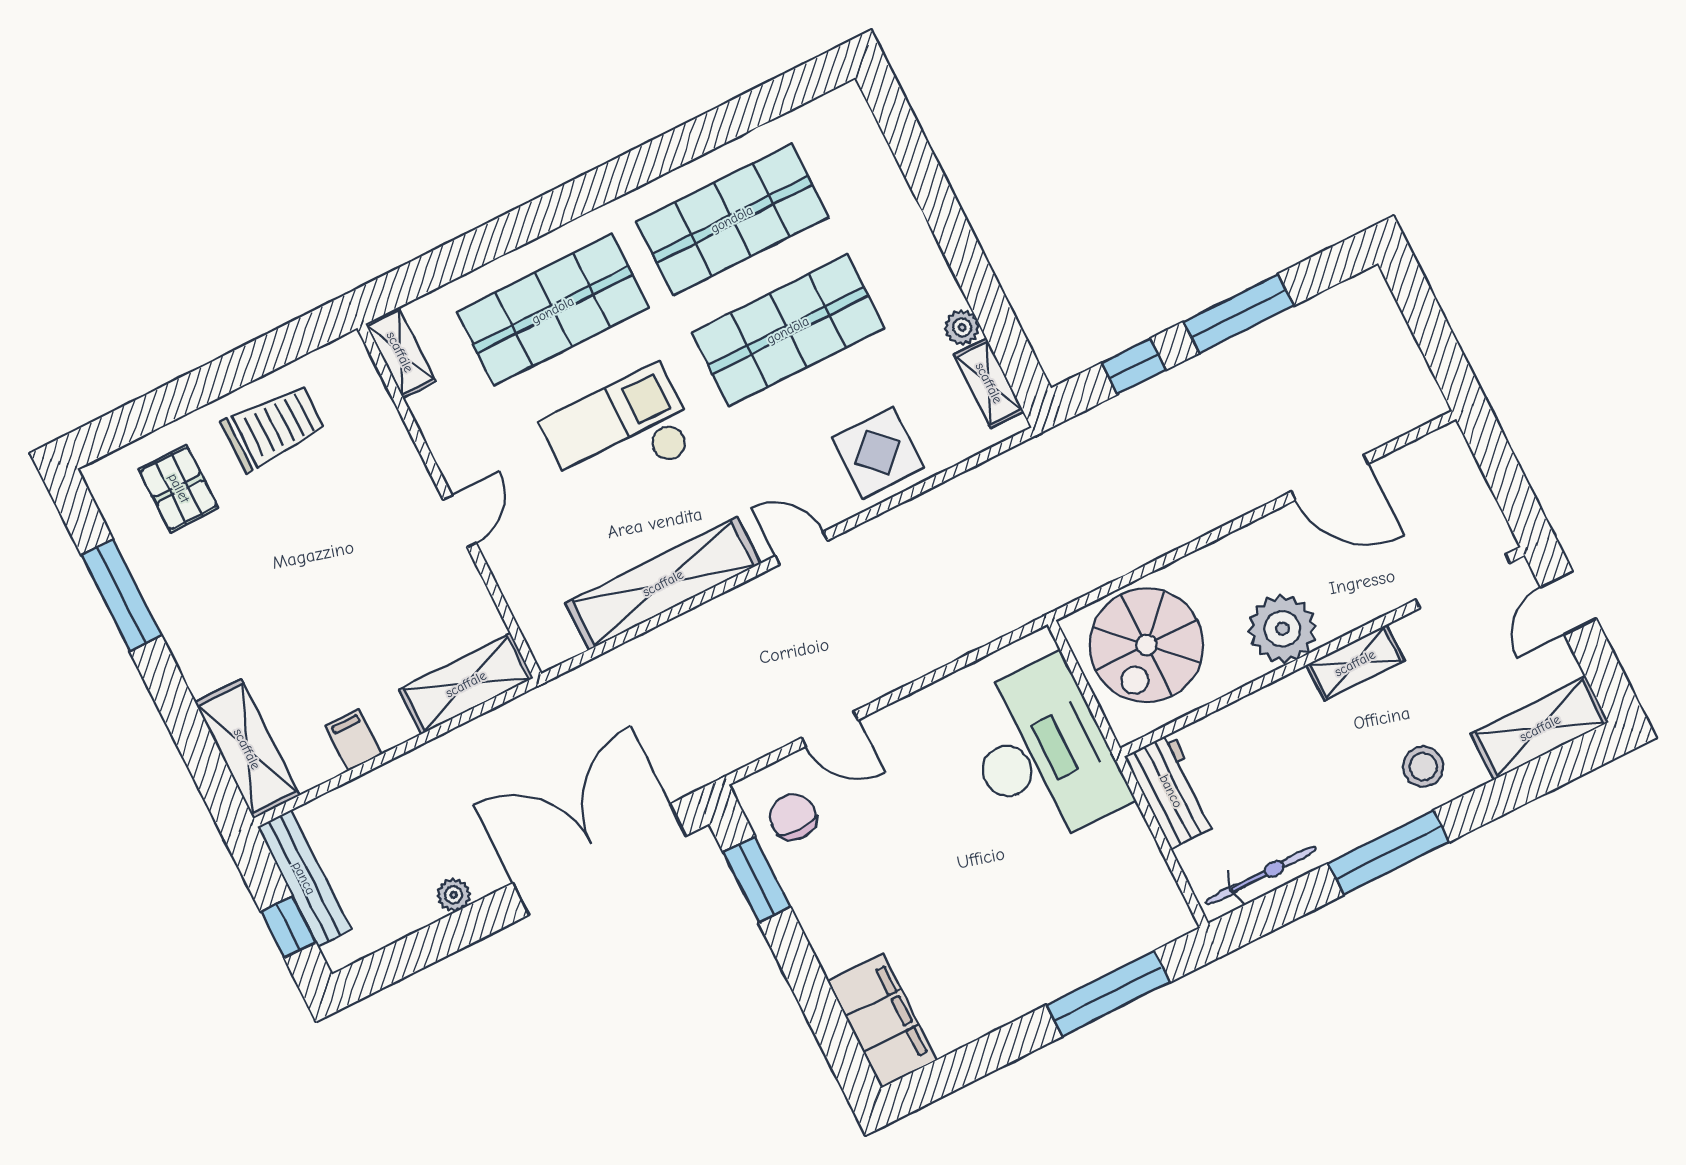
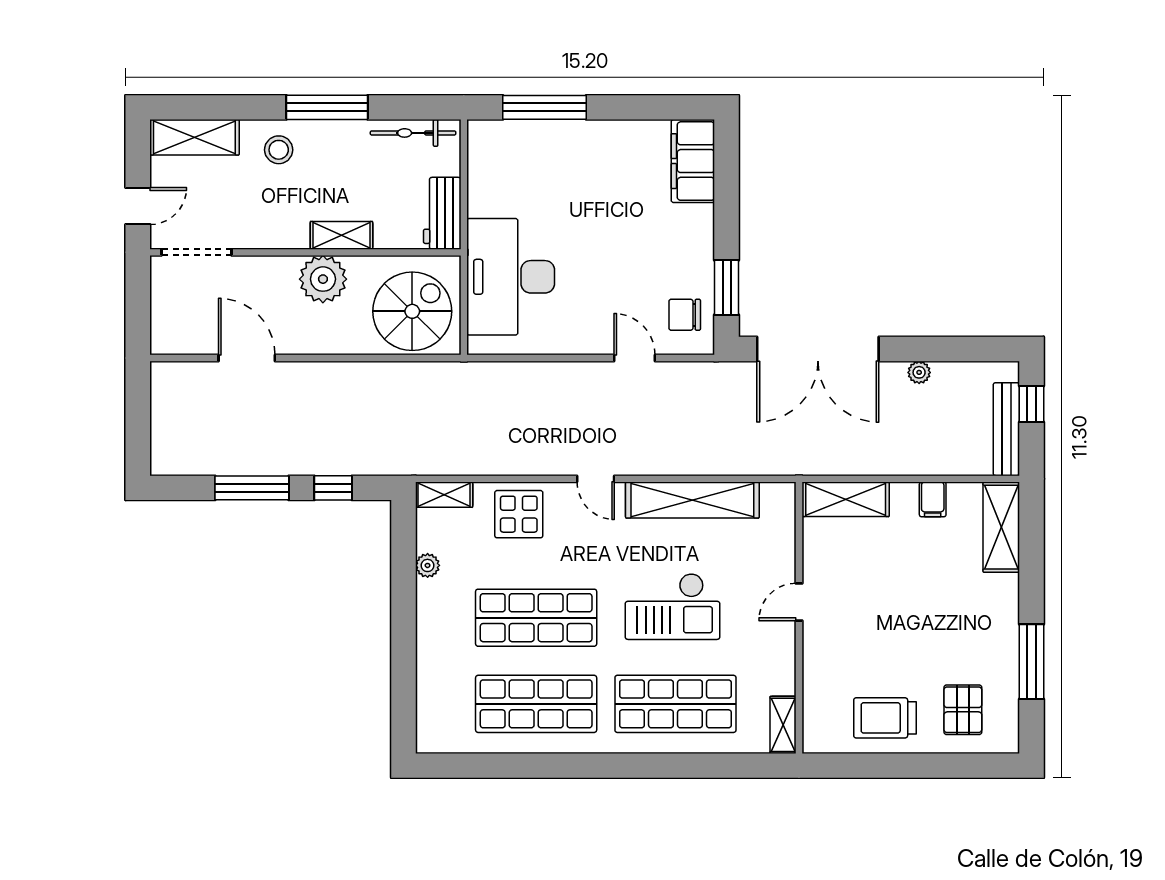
shelving: (989, 383) -> (444, 495), moved, turned 90
shelving: (1355, 663) -> (341, 235), moved
chair: (793, 817) -> (685, 315), turned 90

